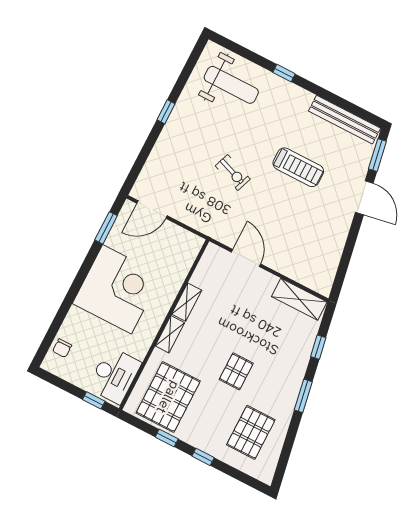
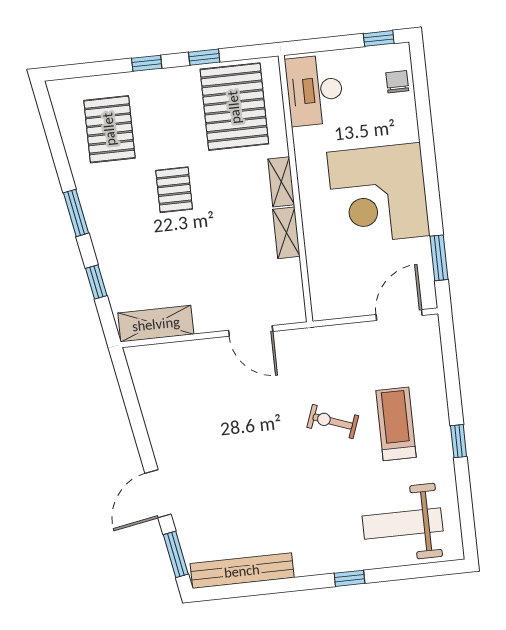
treadmill: (298, 167) -> (396, 424), moved, turned 90
door: (364, 198) -> (158, 494), hinge flipped
window: (94, 400) -> (379, 38), moved

